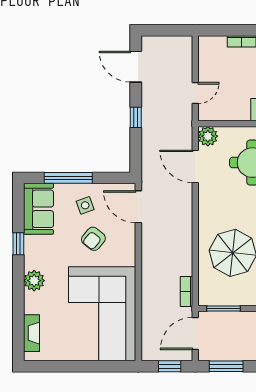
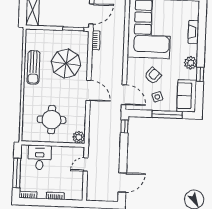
door: (136, 67) -> (122, 182), hinge flipped
window: (136, 117) -> (124, 126), moved
door: (195, 166) -> (88, 90), moved
plant: (34, 281) -> (191, 63), moved
fireplace: (32, 333) -> (193, 32), moved

